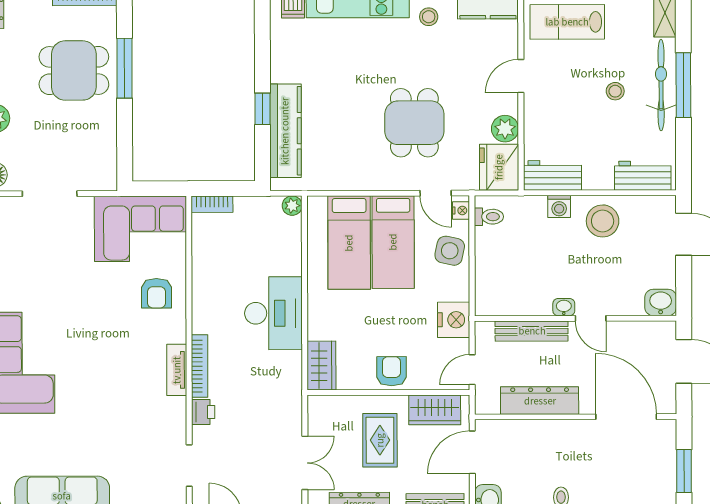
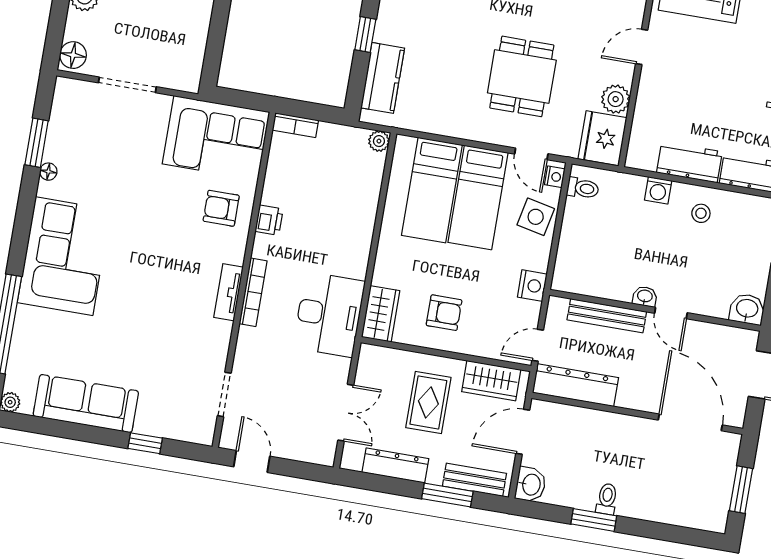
stool: (615, 91) -> (738, 80), removed
kitchen counter: (285, 131) -> (383, 78), width x0.67
workbench: (552, 175) -> (689, 162), moved
stool: (603, 221) -> (701, 213), width x0.53, depth x0.53
armchair: (157, 293) -> (221, 208), turned 90
desk: (273, 313) -> (329, 314), moved
nightstand: (454, 320) -> (532, 286), width x0.74, depth x0.75
armchair: (391, 371) -> (444, 313), moved, turned 90
dresser: (540, 401) -> (575, 385), moved
printer: (203, 412) -> (269, 220), moved

